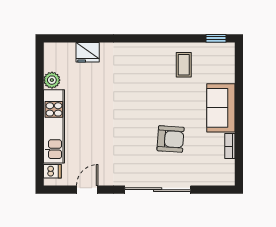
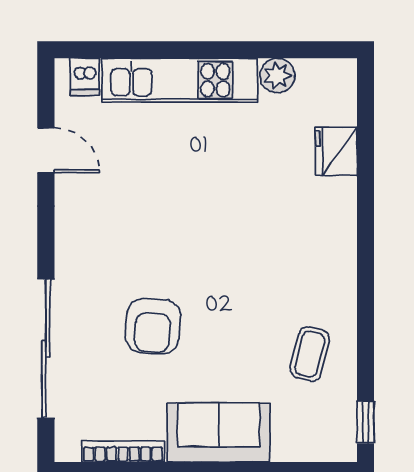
coffee table: (184, 65) -> (310, 354), turned -76
bookcase: (230, 146) -> (123, 452), width x1.56
sliding door: (158, 190) -> (46, 349), moved

